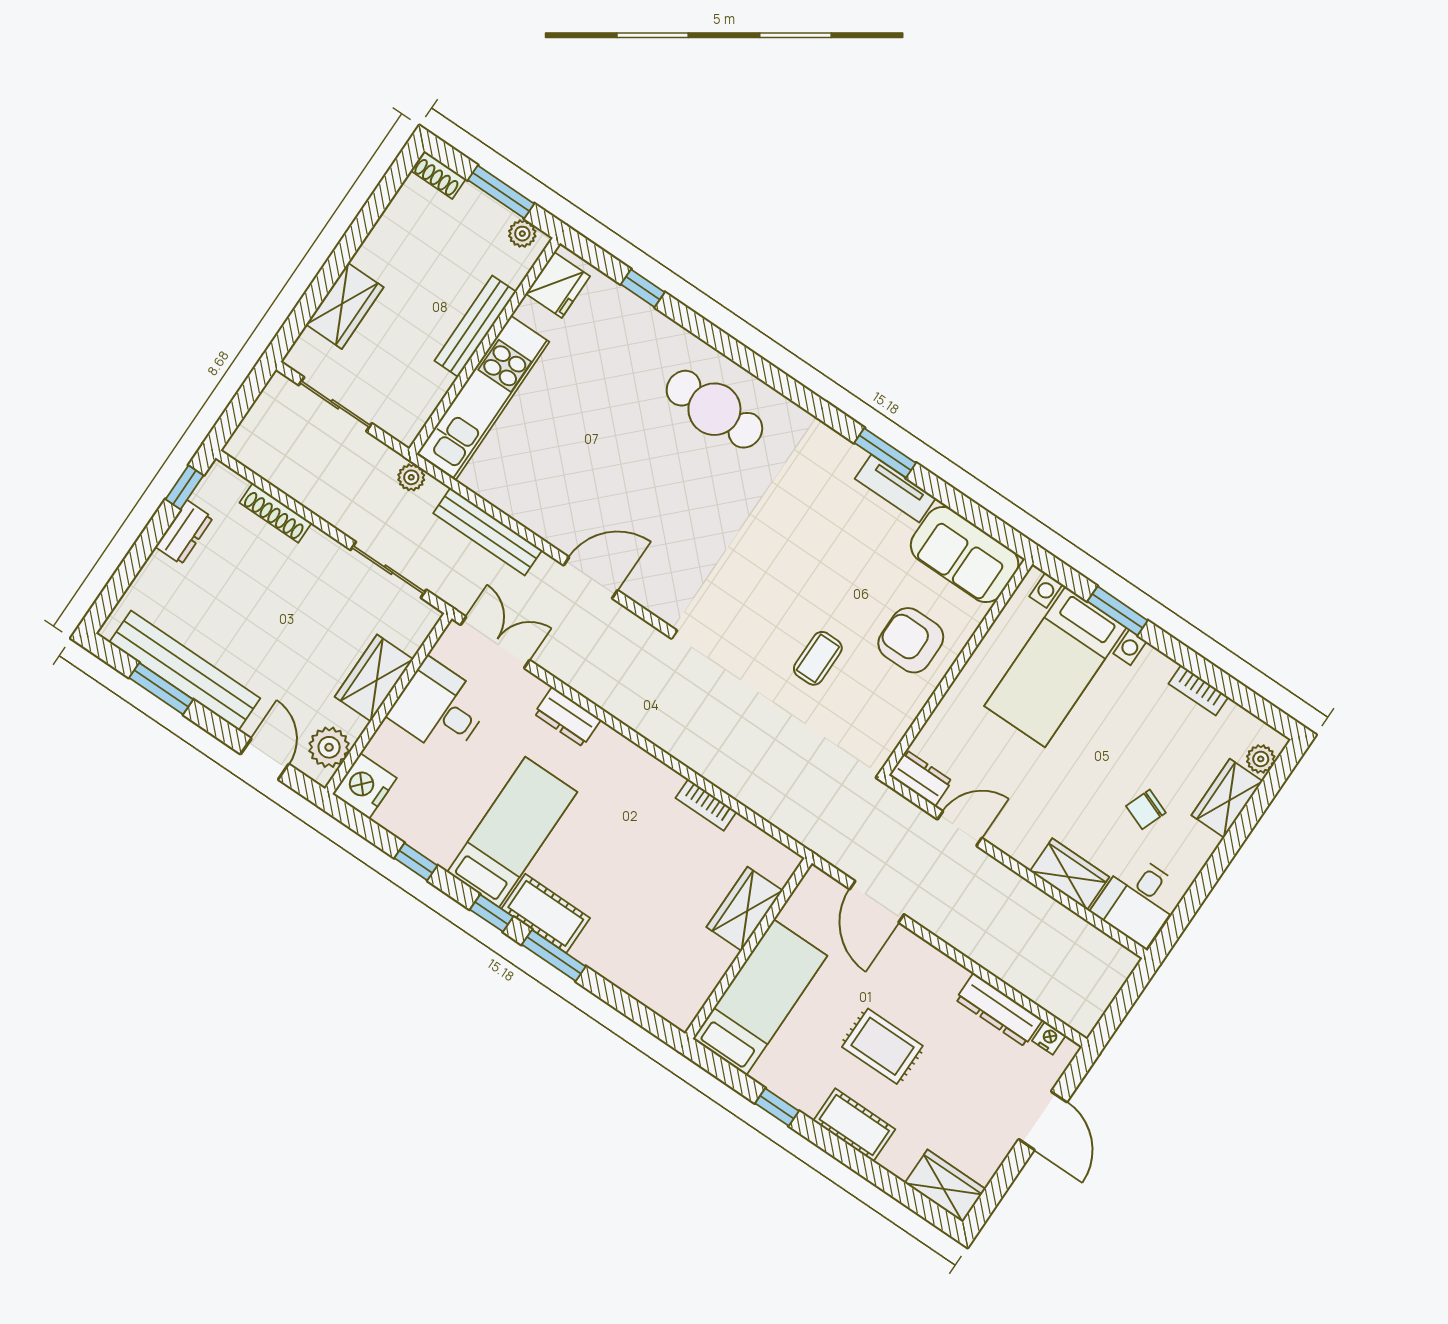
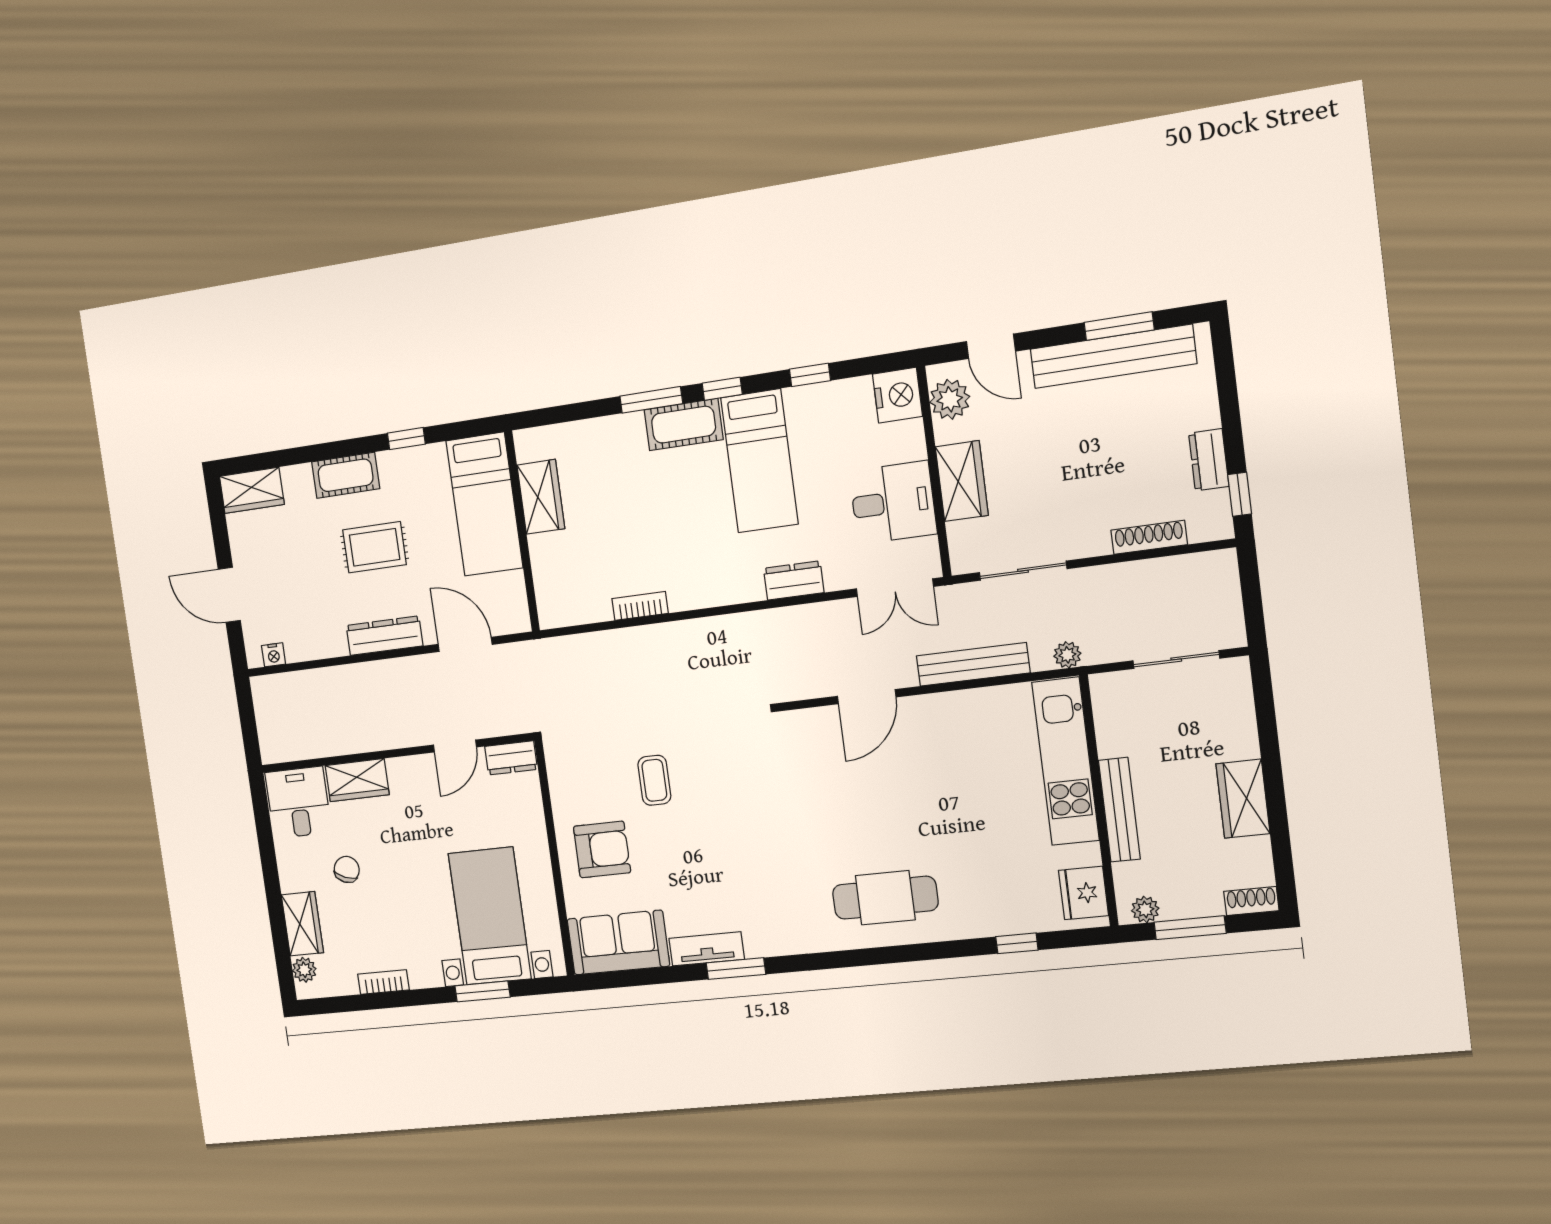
wardrobe: (345, 306) -> (1243, 799), moved
wardrobe: (745, 909) -> (541, 497), moved
dresser: (999, 1010) -> (385, 636), moved

